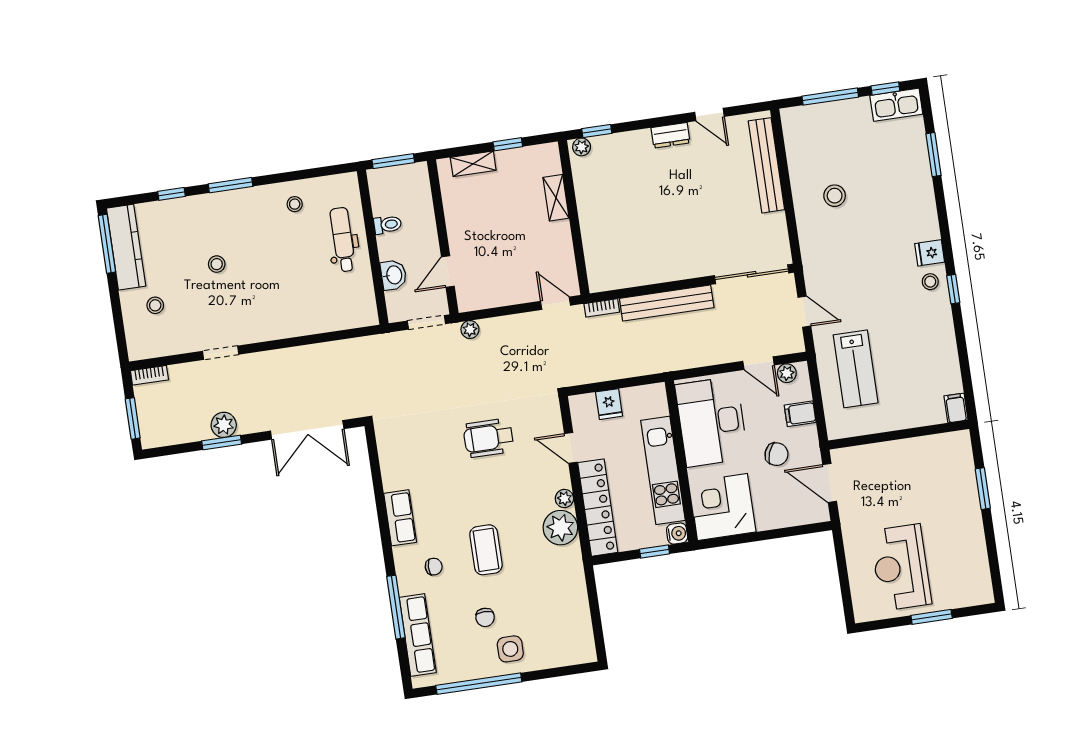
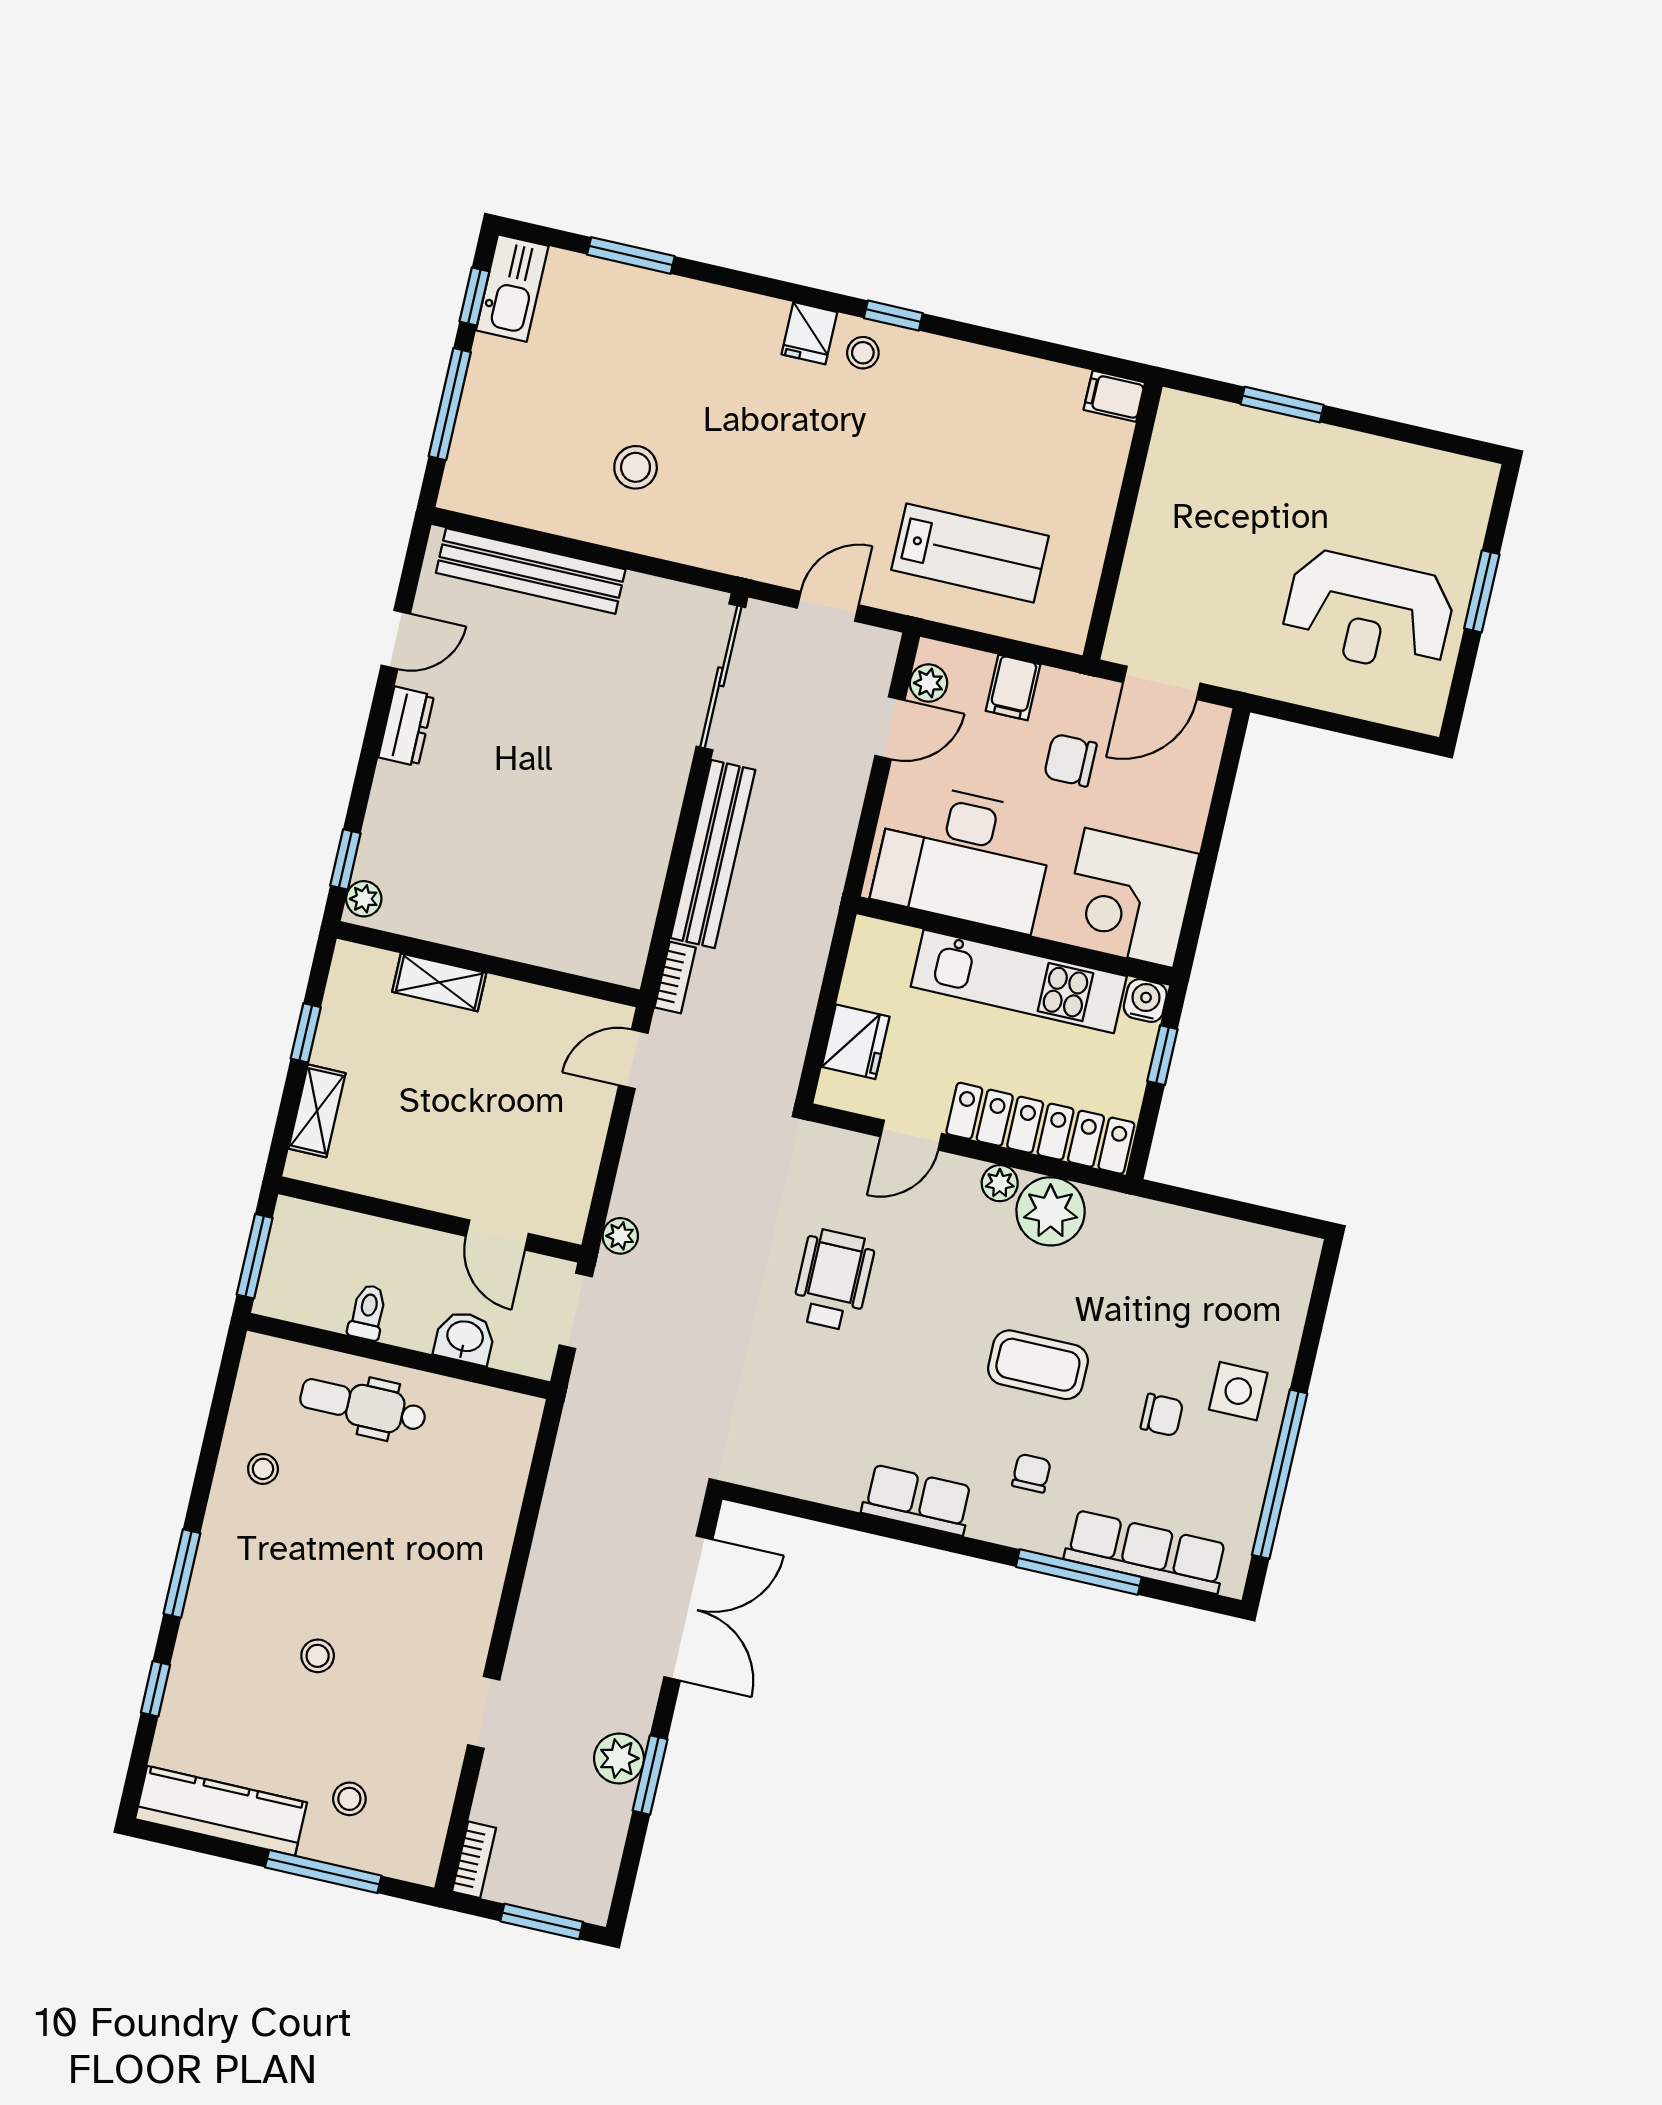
window: (107, 244) -> (323, 1872), moved
fridge: (609, 404) -> (856, 1042), width x1.38
wheelchair: (488, 438) -> (833, 1280), turned 180
chair: (777, 454) -> (1070, 760), turned -111

